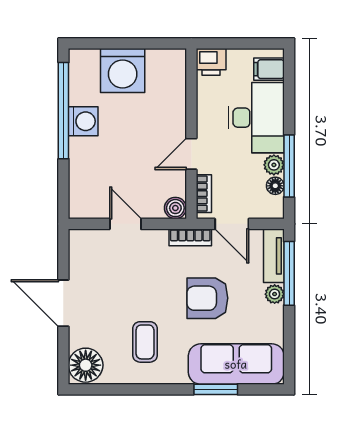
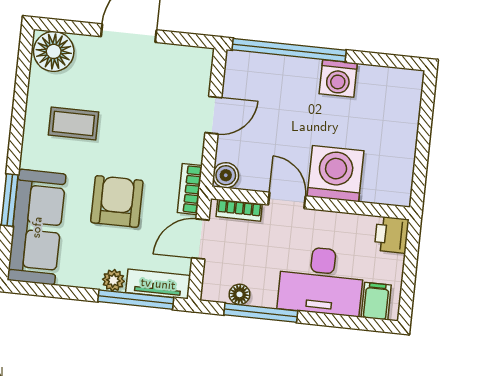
washing machine: (123, 70) -> (336, 174), moved, turned 90
window: (63, 111) -> (289, 50), moved
plant: (274, 165) -> (264, 295), removed

